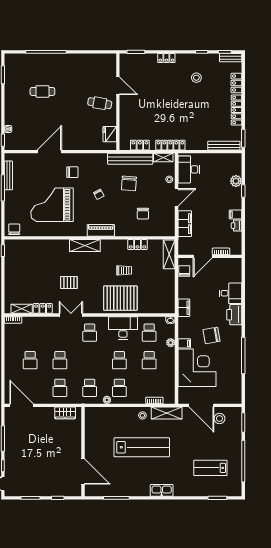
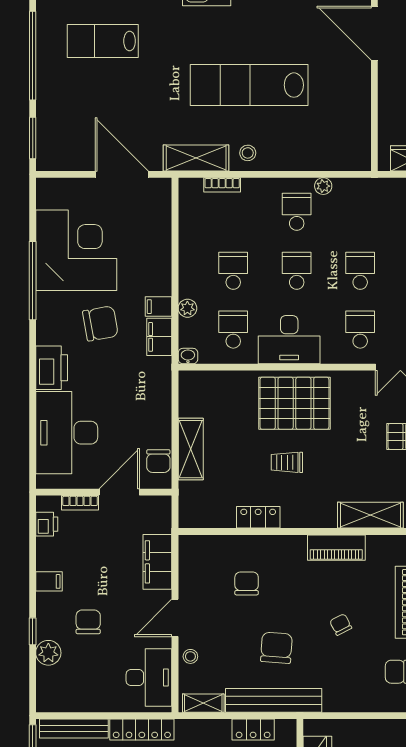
locker: (170, 145) -> (142, 730), moved
chair: (217, 196) -> (88, 622), added
printer: (237, 226) -> (47, 524), moved
shelving: (169, 254) -> (191, 449), moved
desk: (231, 293) -> (67, 433), width x1.87, depth x1.30
filing cabinet: (184, 308) -> (159, 337), moved
corner desk: (197, 368) -> (76, 250), moved, turned 180
school desk: (90, 388) -> (360, 271), moved
stool: (219, 419) -> (83, 146), removed
lab bench: (210, 468) -> (103, 41), turned 180

